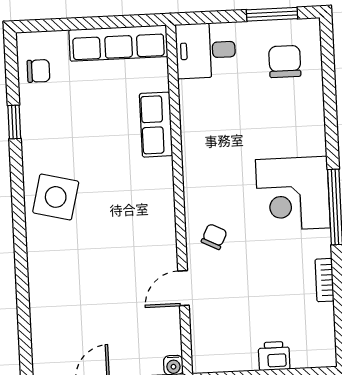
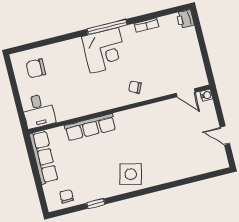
window: (272, 14) -> (13, 80), removed
row of seats: (156, 125) -> (90, 127), width x1.48
door: (183, 288) -> (186, 93), moved
printer: (274, 356) -> (185, 19), moved

